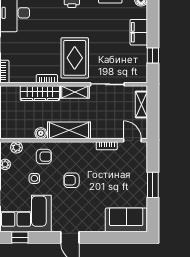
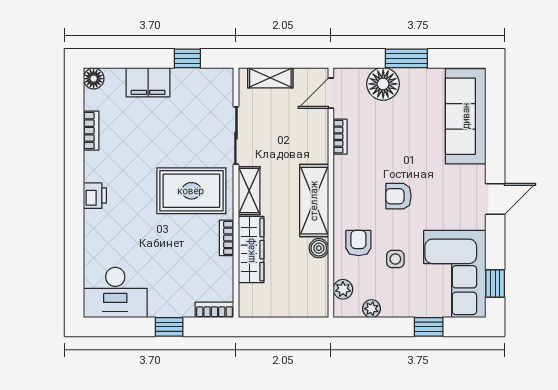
floor lamp: (138, 171) -> (383, 84), added
armchair: (72, 180) -> (398, 196), turned 90
sofa: (126, 220) -> (466, 116), width x1.36

